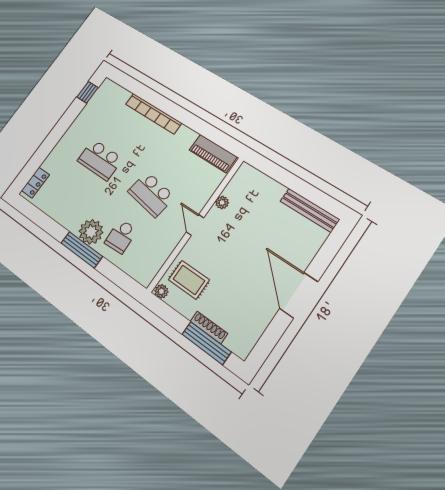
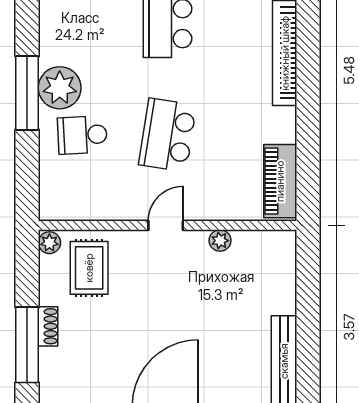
shoe rack: (209, 327) -> (48, 326), width x0.70

